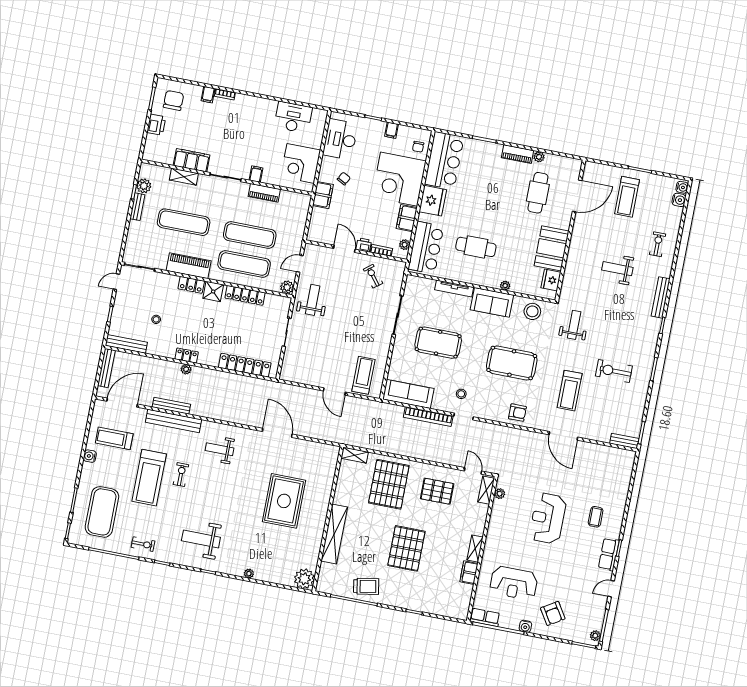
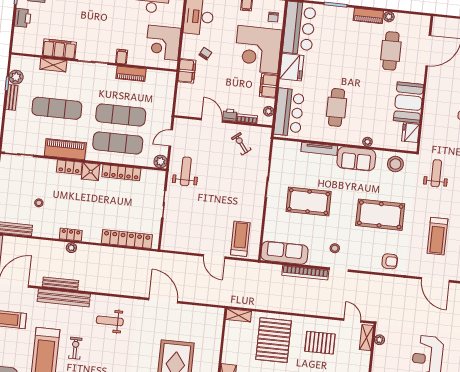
cafe table: (476, 247) -> (337, 107), turned 90

